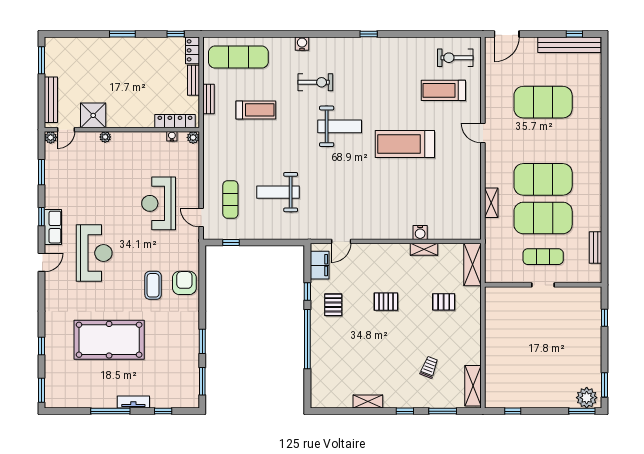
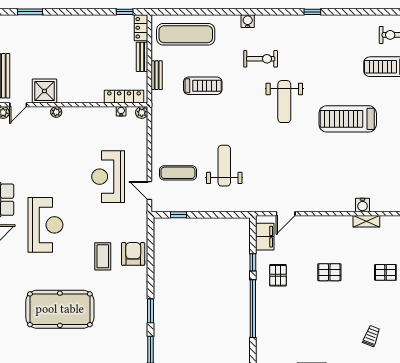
window: (122, 34) -> (30, 12), moved
weight bench: (340, 126) -> (284, 102), turned 90
weight bench: (278, 192) -> (224, 166), turned 90
exercise mat: (230, 199) -> (178, 173), turned 90

